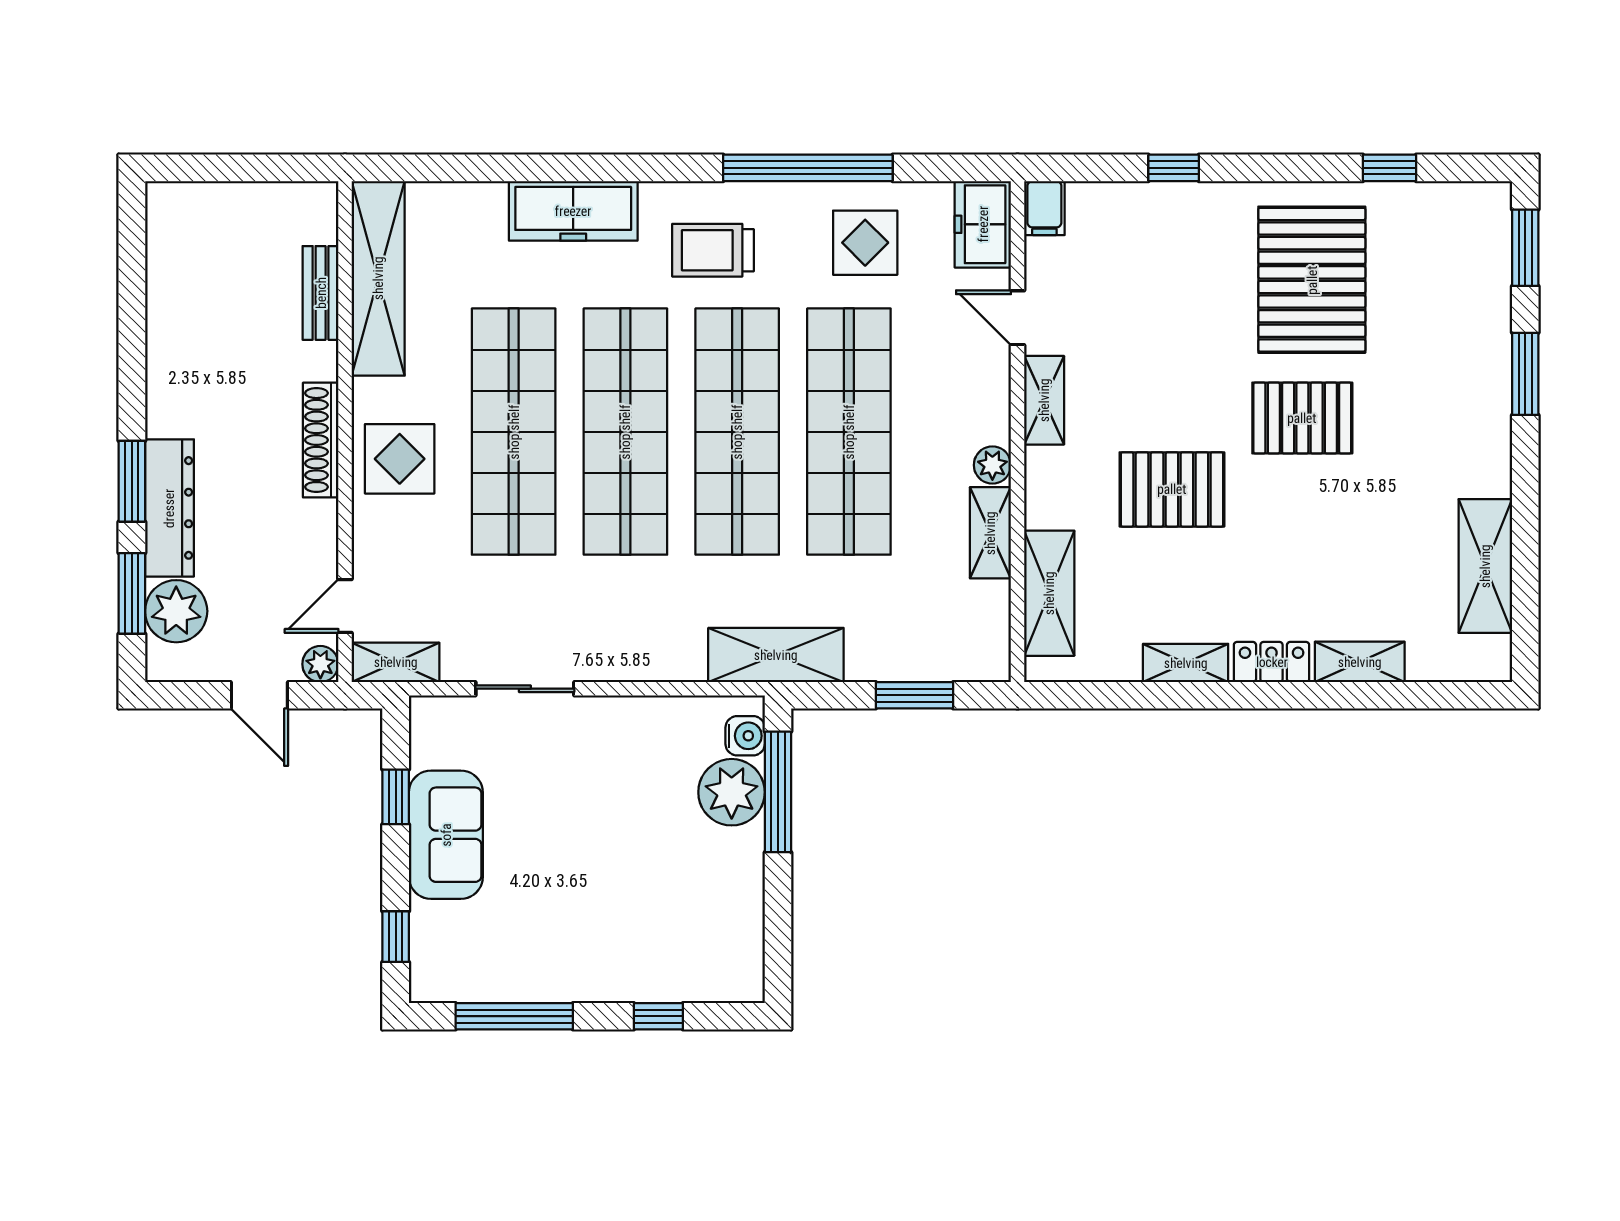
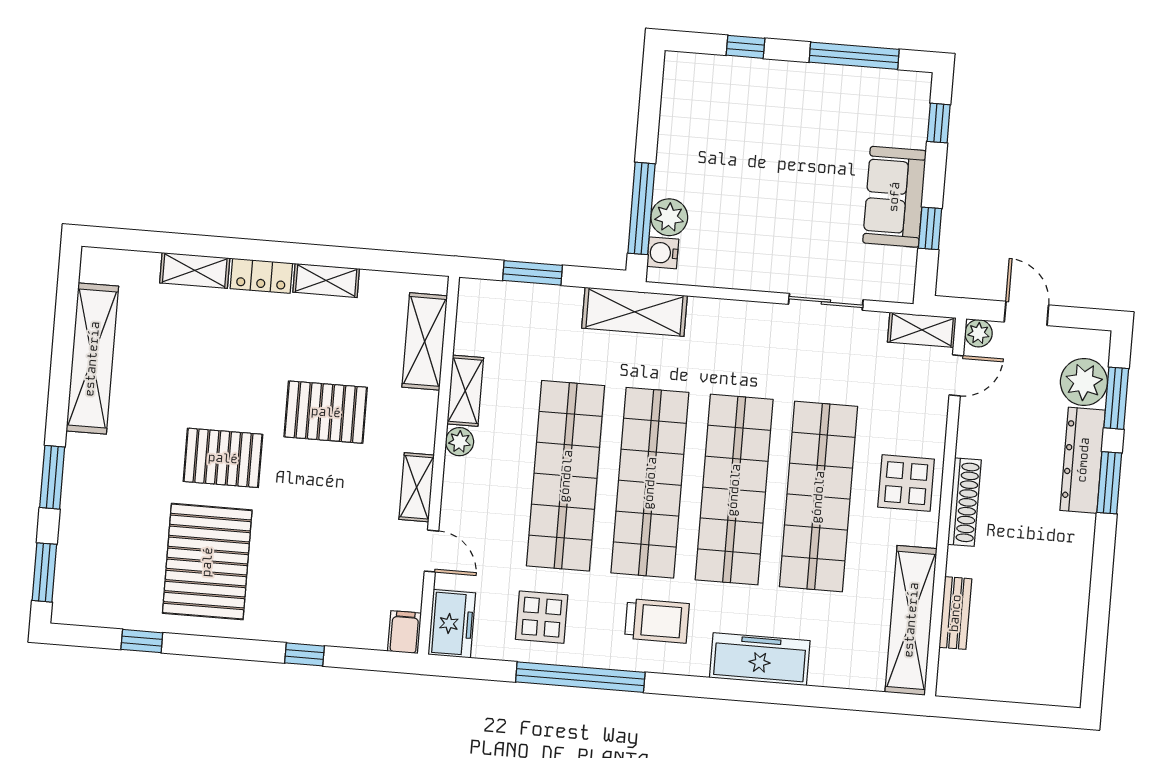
shelving: (1485, 566) -> (92, 359), width x1.47
plant: (732, 792) -> (669, 217), width x0.73, depth x0.73

